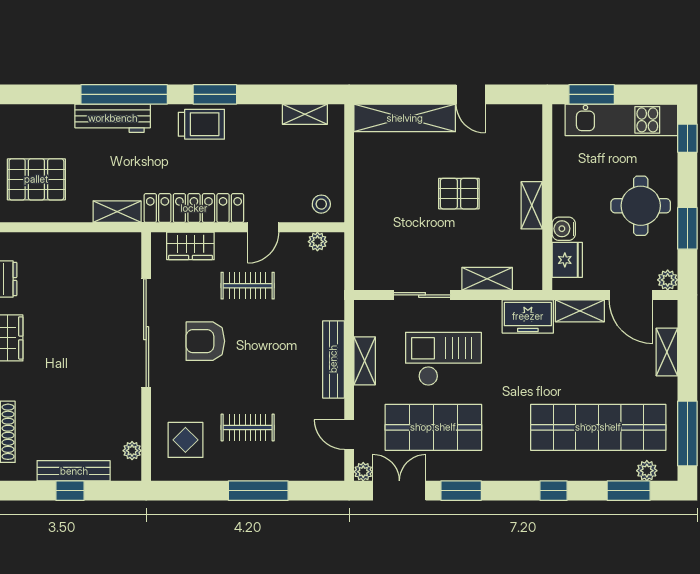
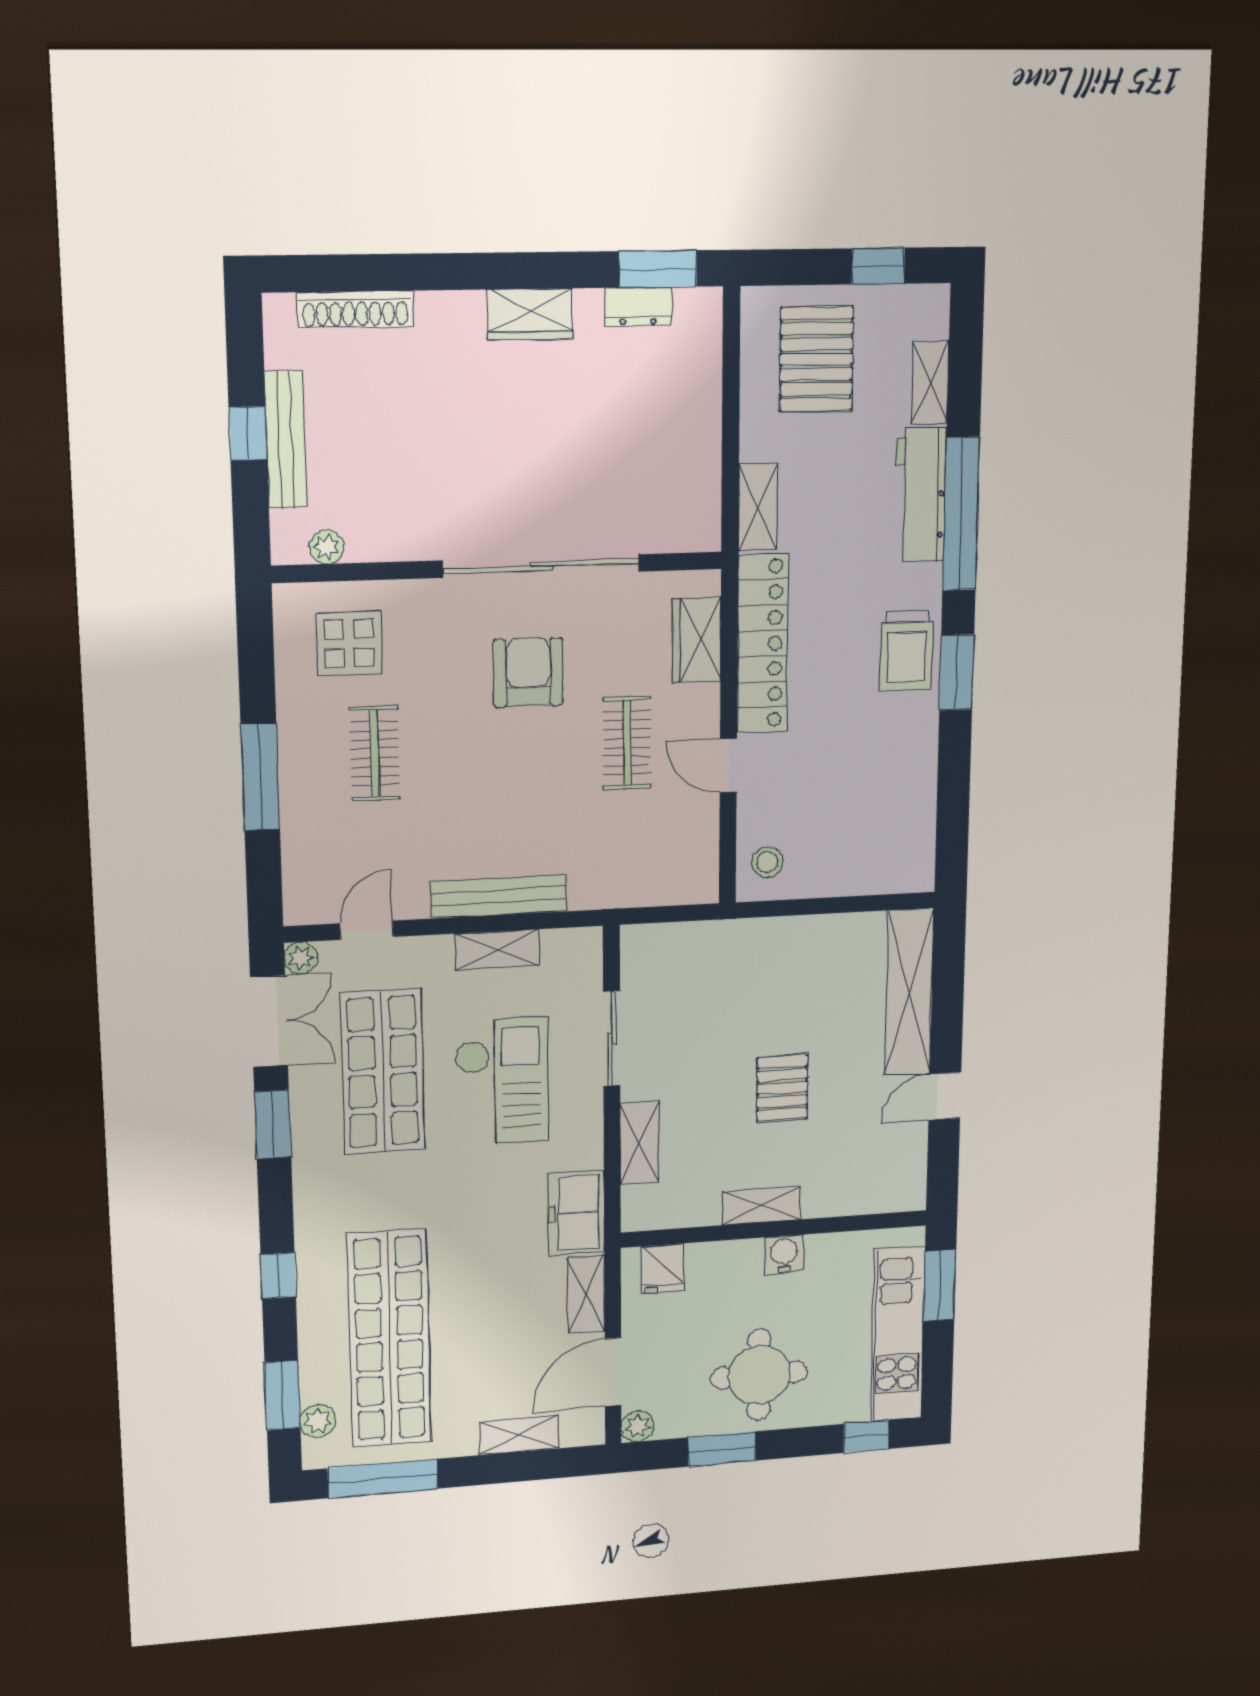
shelving: (305, 114) -> (930, 383), moved
water cooler: (564, 229) -> (784, 1254), moved
plant: (317, 242) -> (703, 859), removed
fridge: (567, 260) -> (663, 1269), width x0.72

